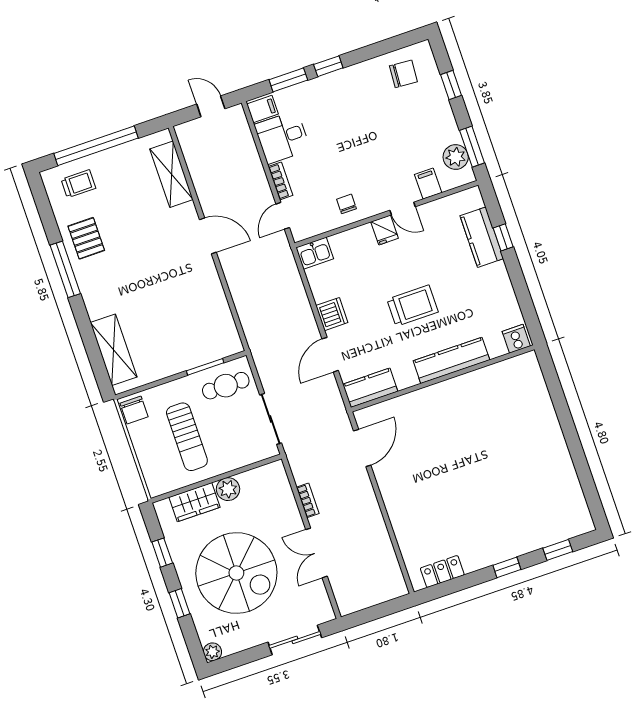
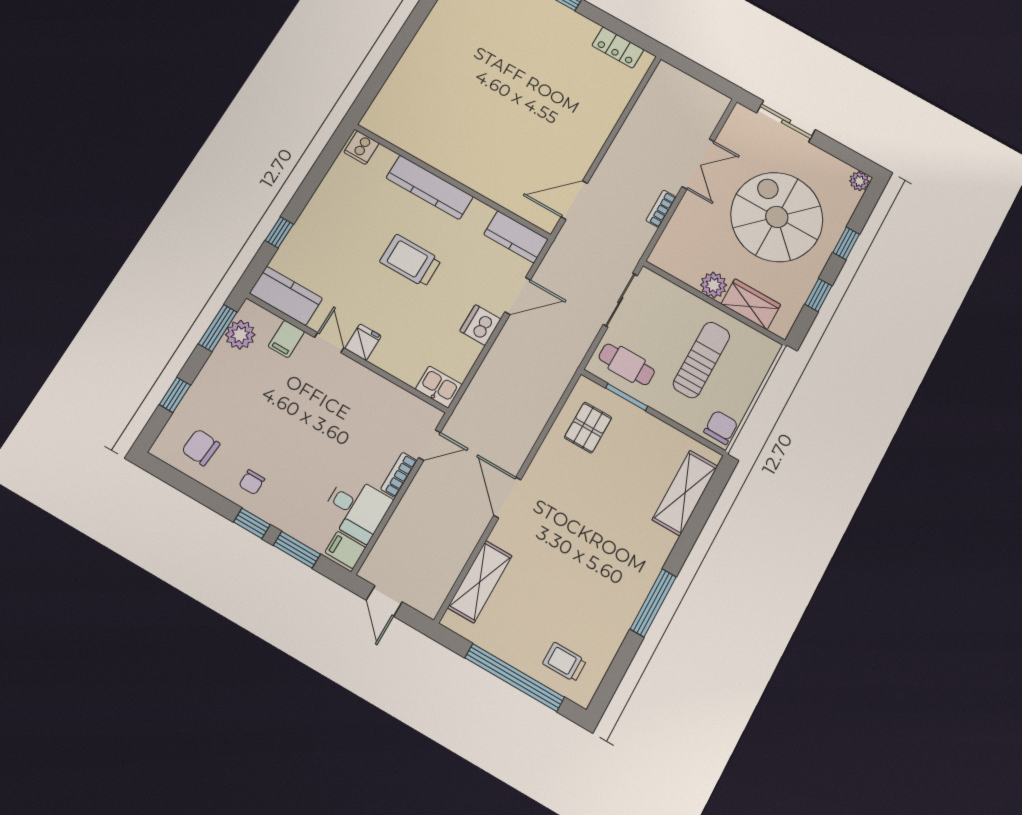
chair: (346, 204) -> (252, 482), moved
kitchen counter: (482, 237) -> (286, 296), moved, turned -90
pallet: (86, 238) -> (588, 428), moved

